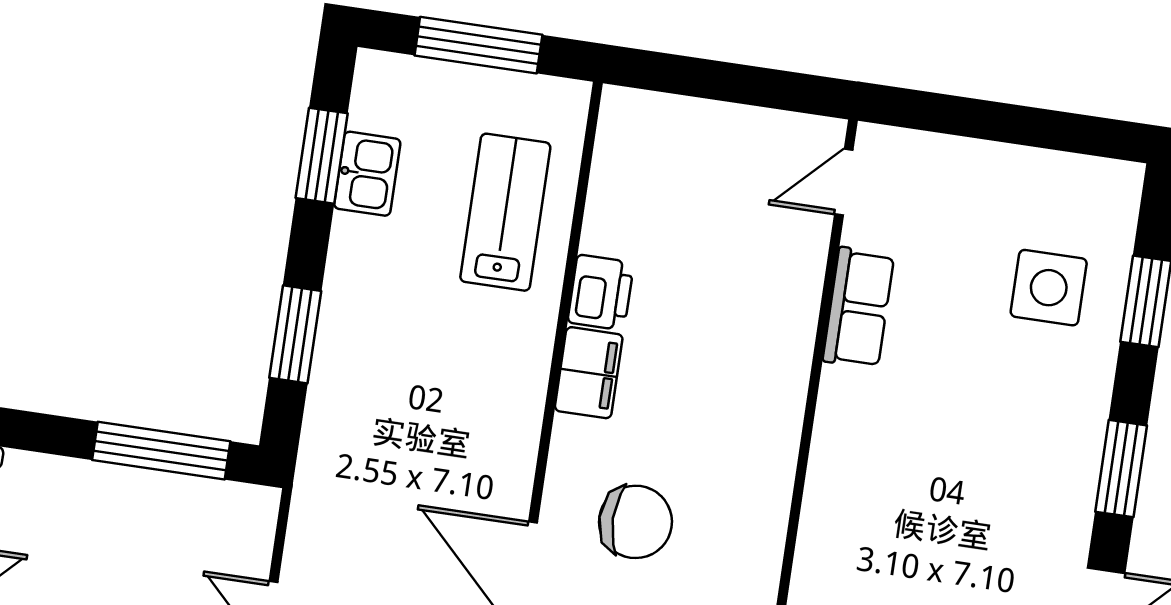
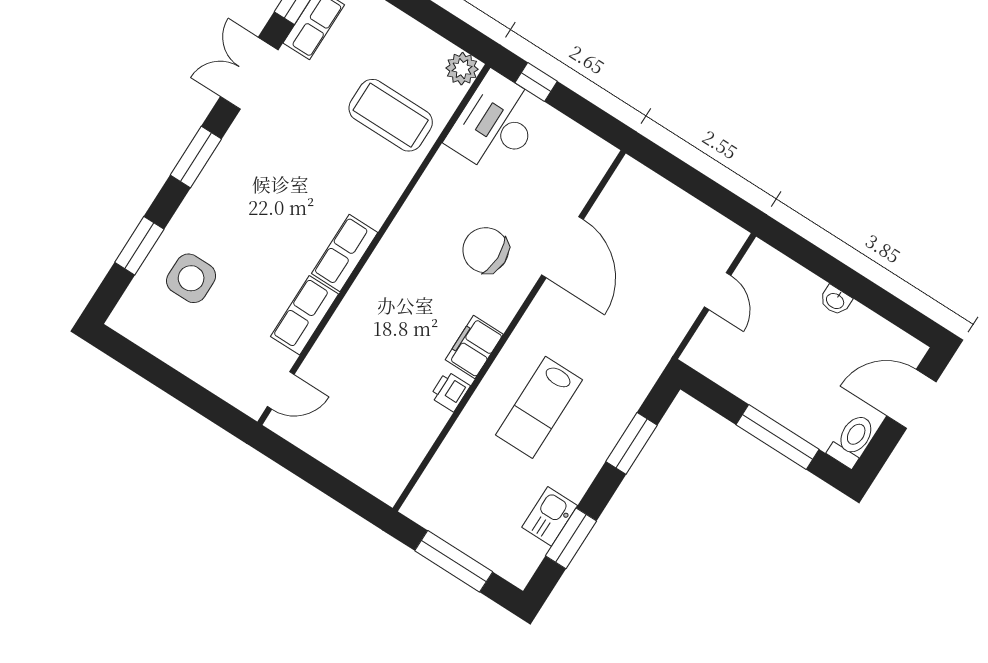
lab bench: (505, 212) -> (539, 407), moved
printer: (601, 292) -> (450, 391), width x0.73, depth x0.81
row of seats: (840, 425) -> (345, 253), added
window: (161, 451) -> (777, 437), moved

